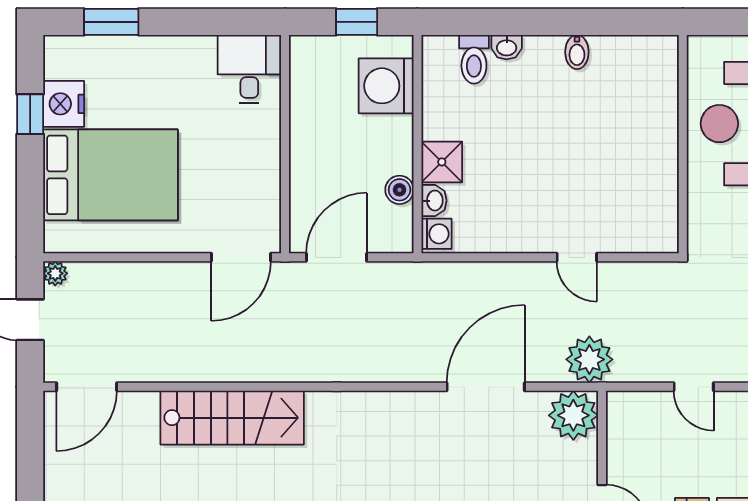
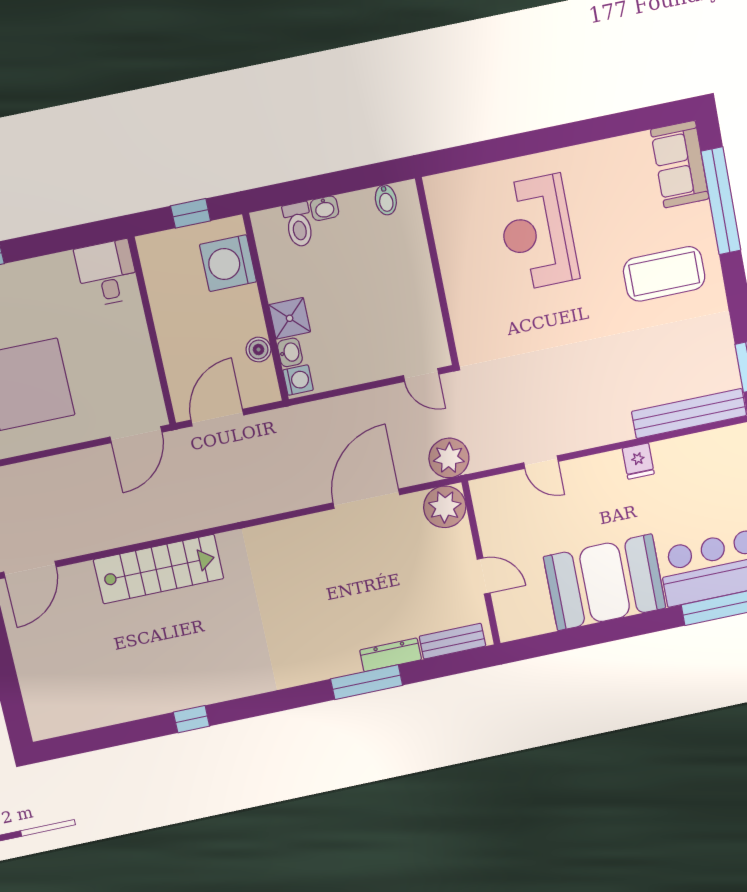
wall: (683, 144) -> (437, 272), moved

